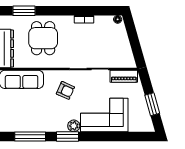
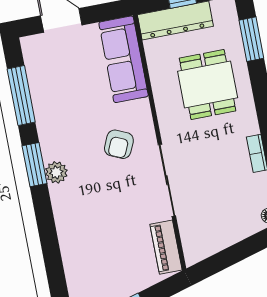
dining table: (43, 38) -> (208, 84), turned 90
corner sofa: (104, 115) -> (87, 225), removed

